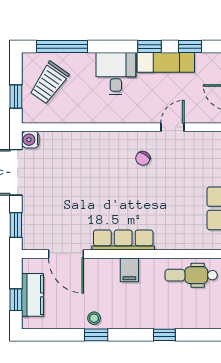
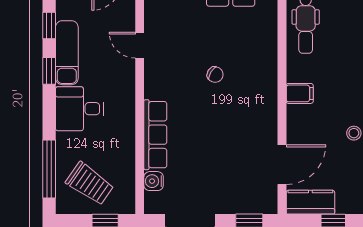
water cooler: (30, 140) -> (154, 181), moved, turned 90
chair: (143, 158) -> (215, 75), moved
row of seats: (123, 240) -> (155, 135), moved, turned 180
kitchen counter: (32, 295) -> (310, 202), moved

